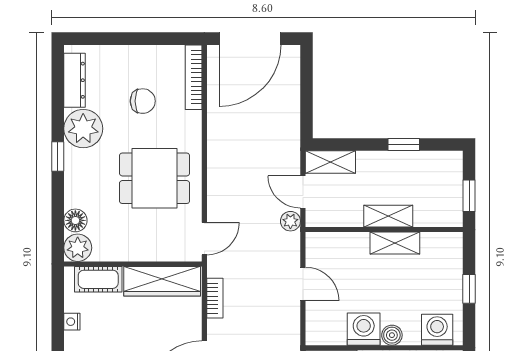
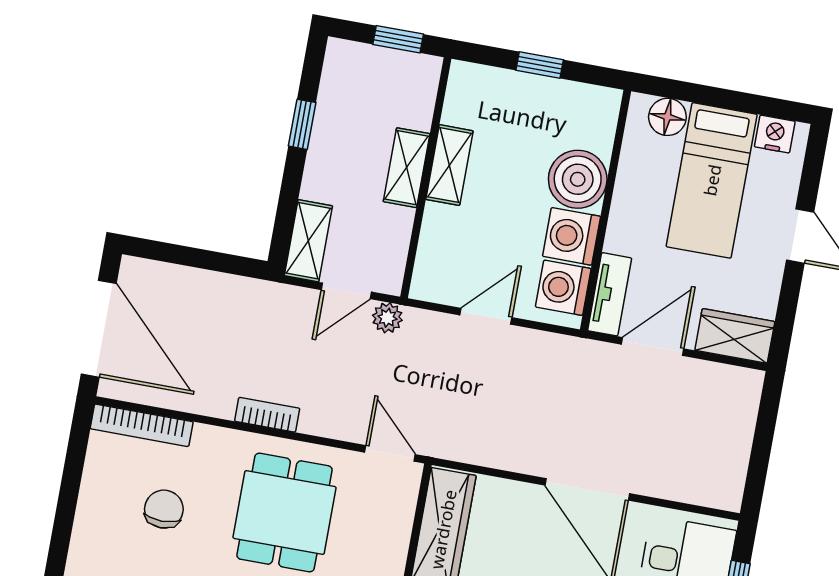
bookcase: (215, 298) -> (267, 415), moved
washing machine: (437, 330) -> (563, 288), moved
boiler: (392, 335) -> (578, 179), width x1.86, depth x1.86

